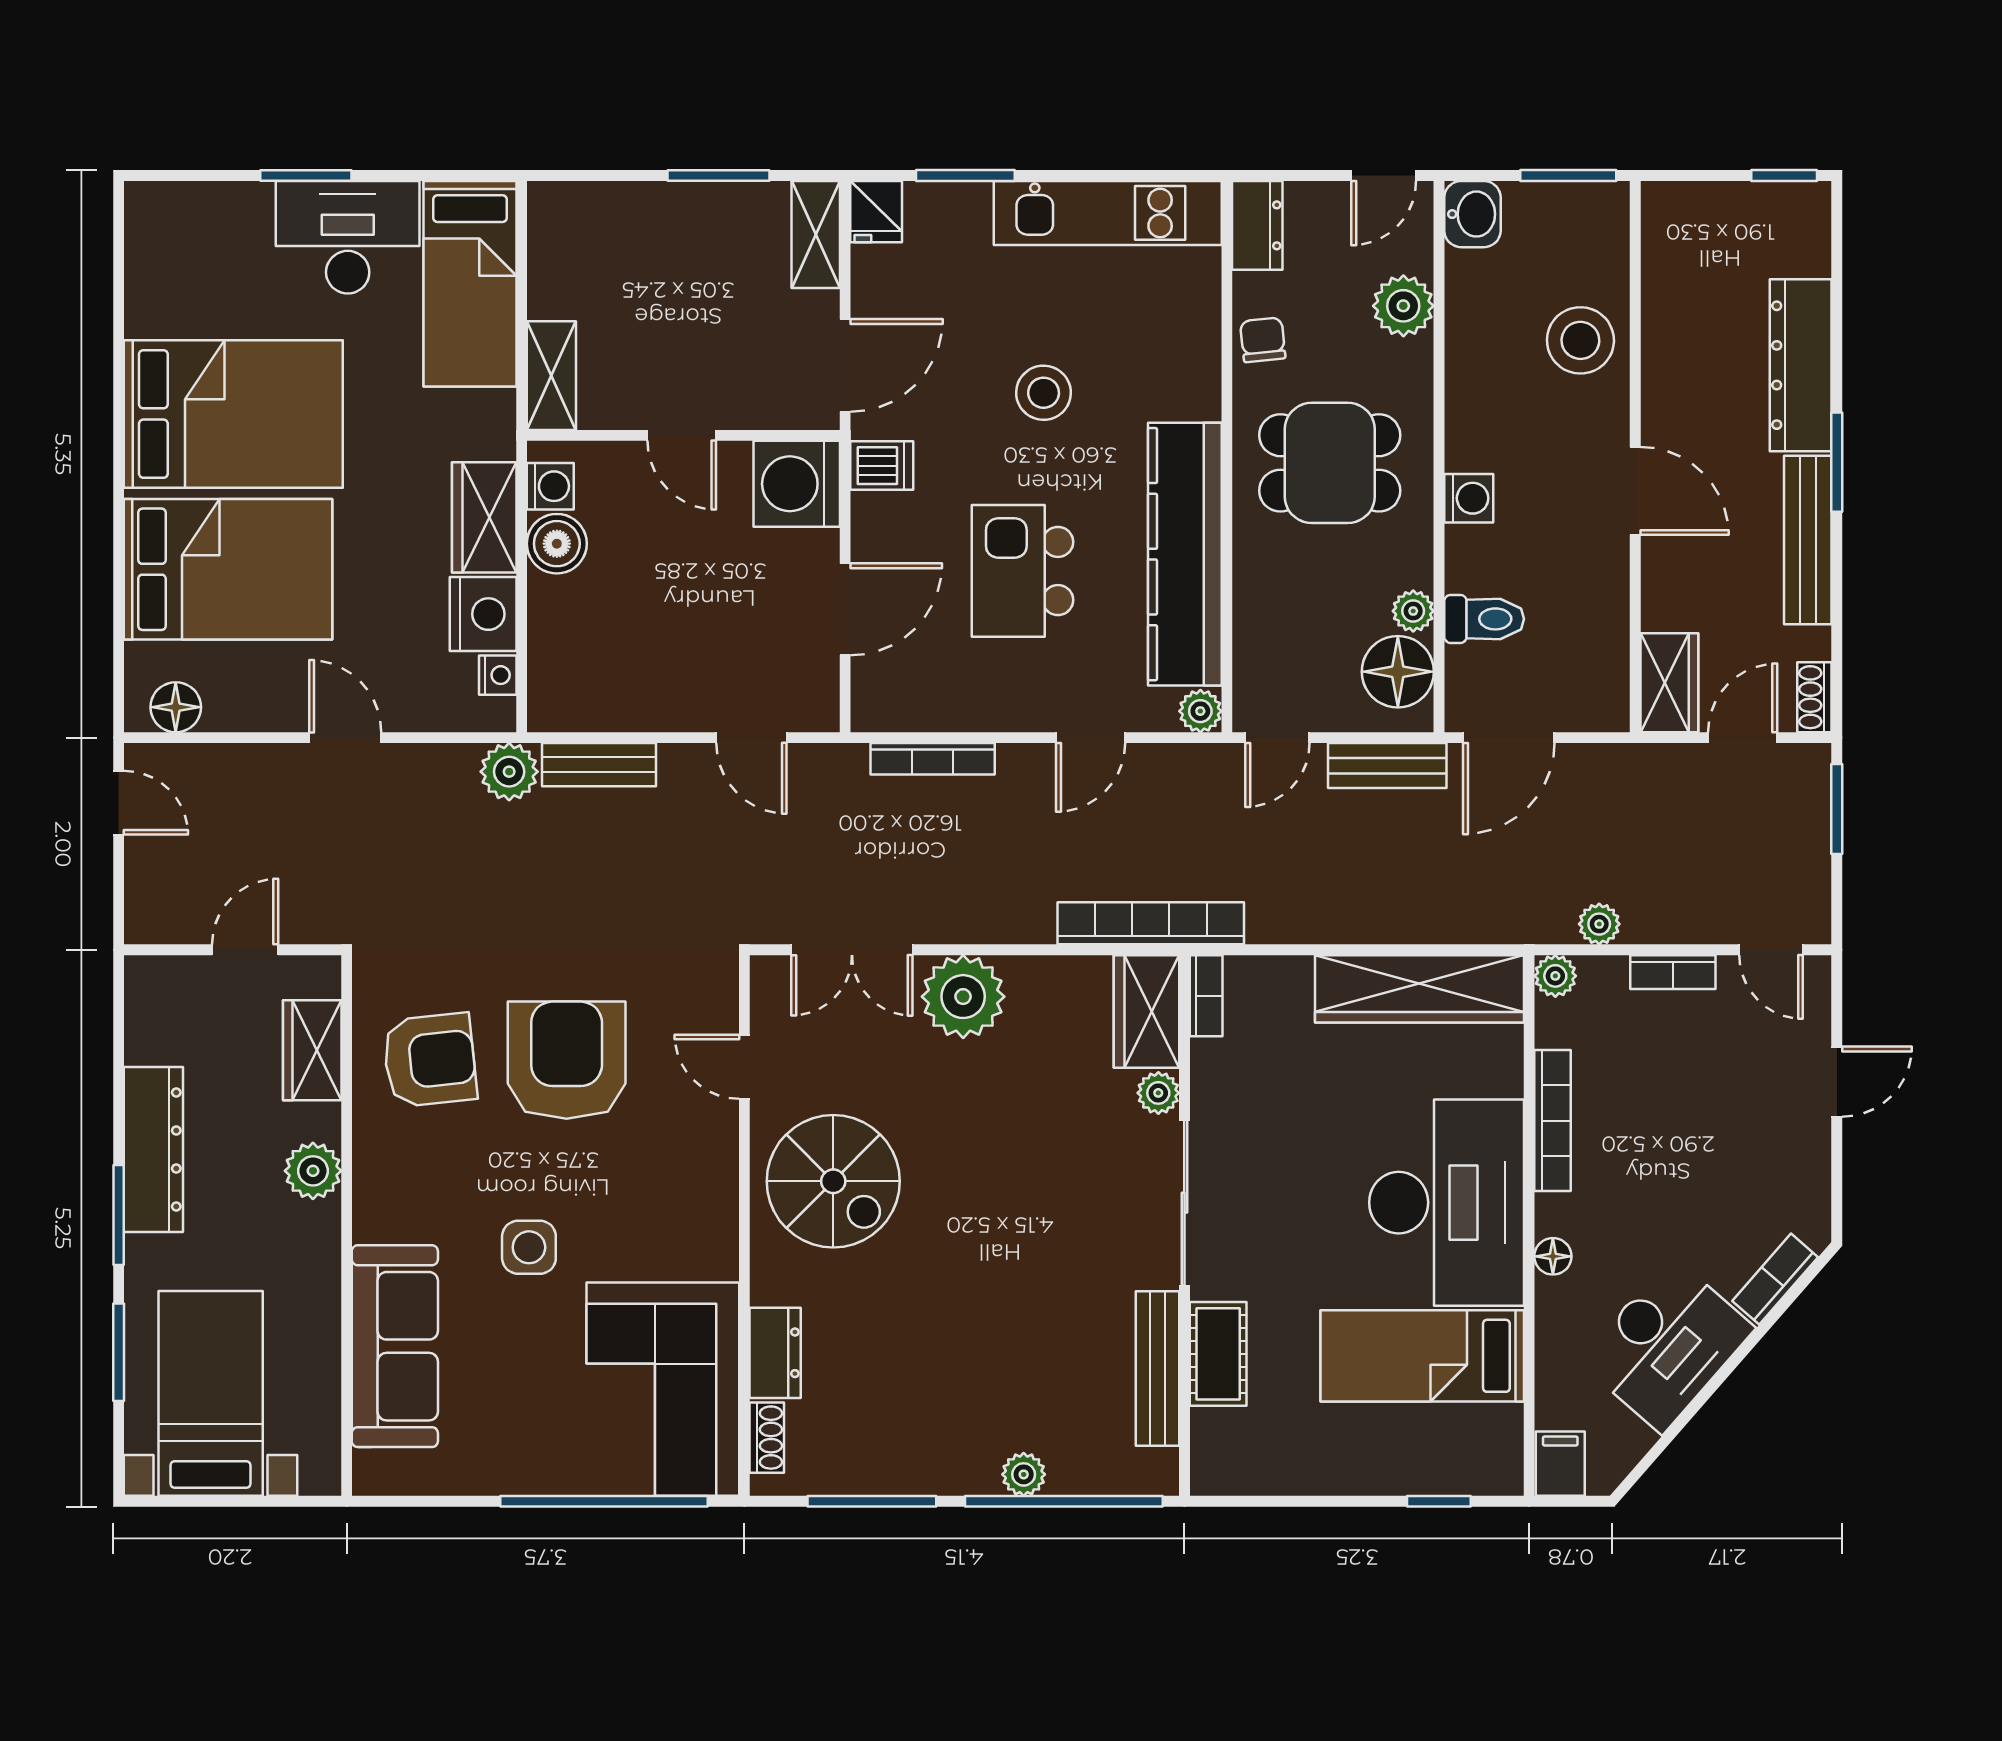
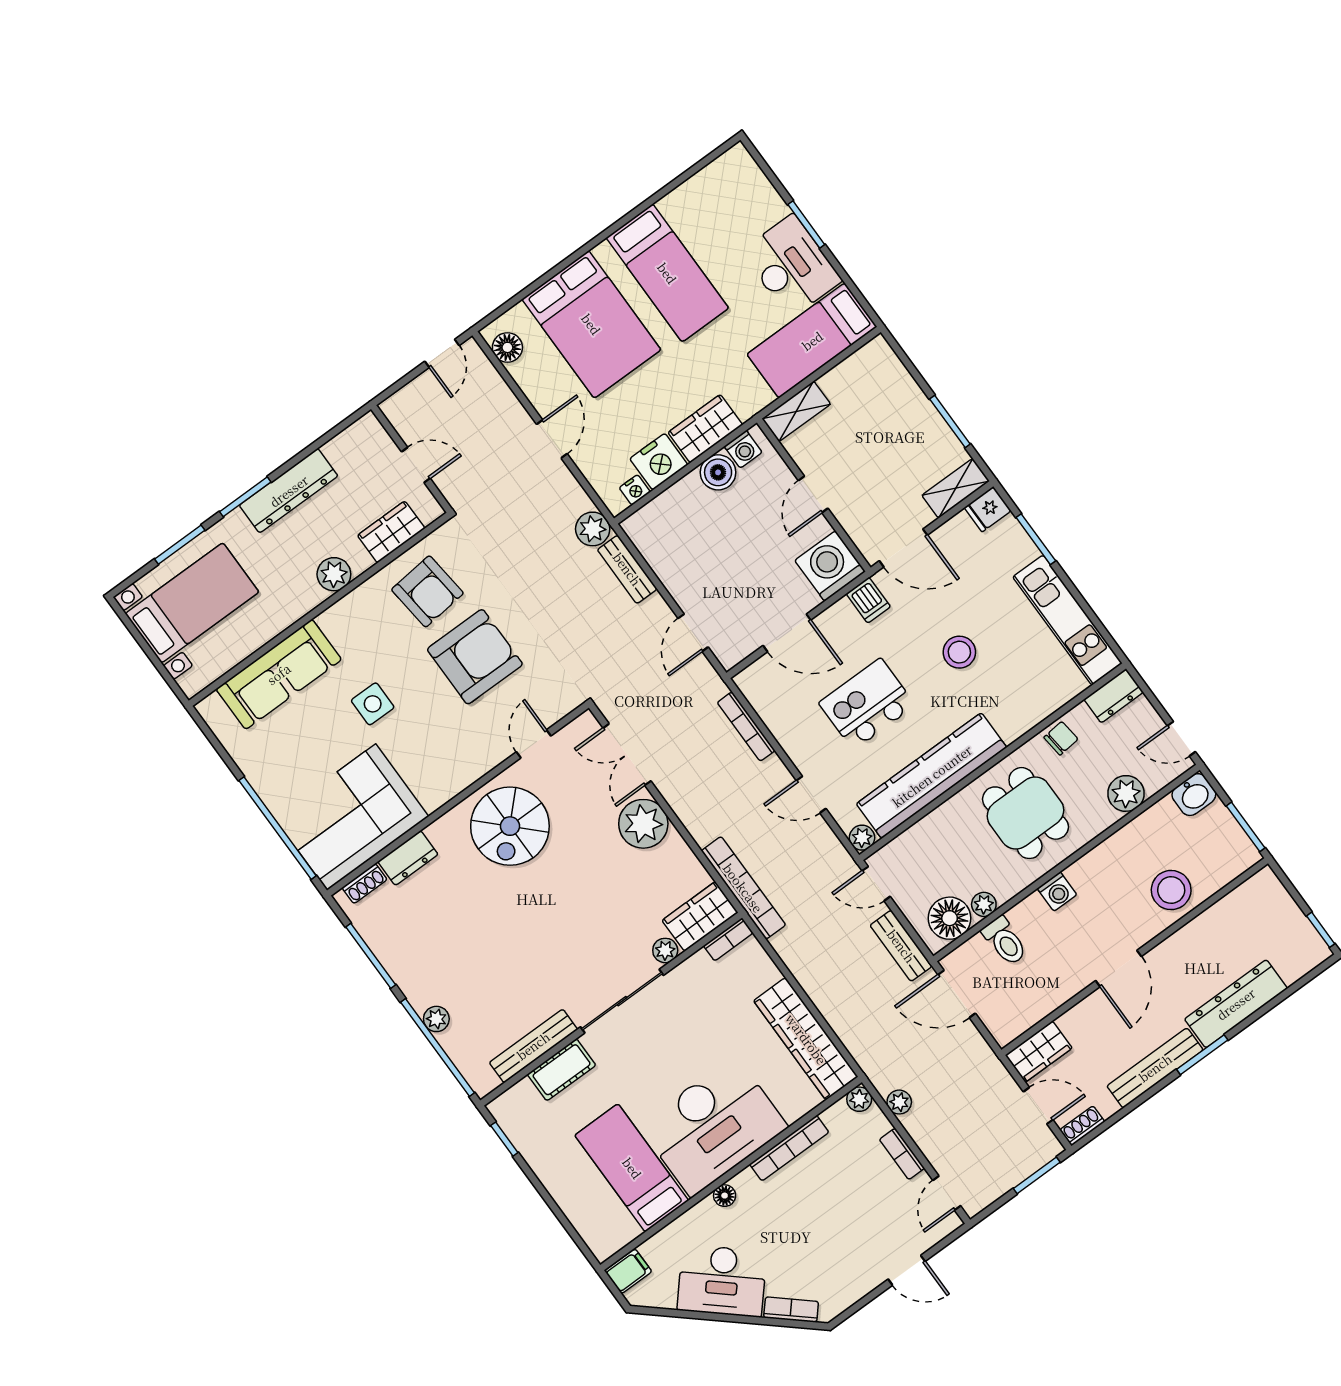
bed: (233, 414) -> (667, 273), width x0.67
window: (1439, 1501) -> (504, 1139), moved

